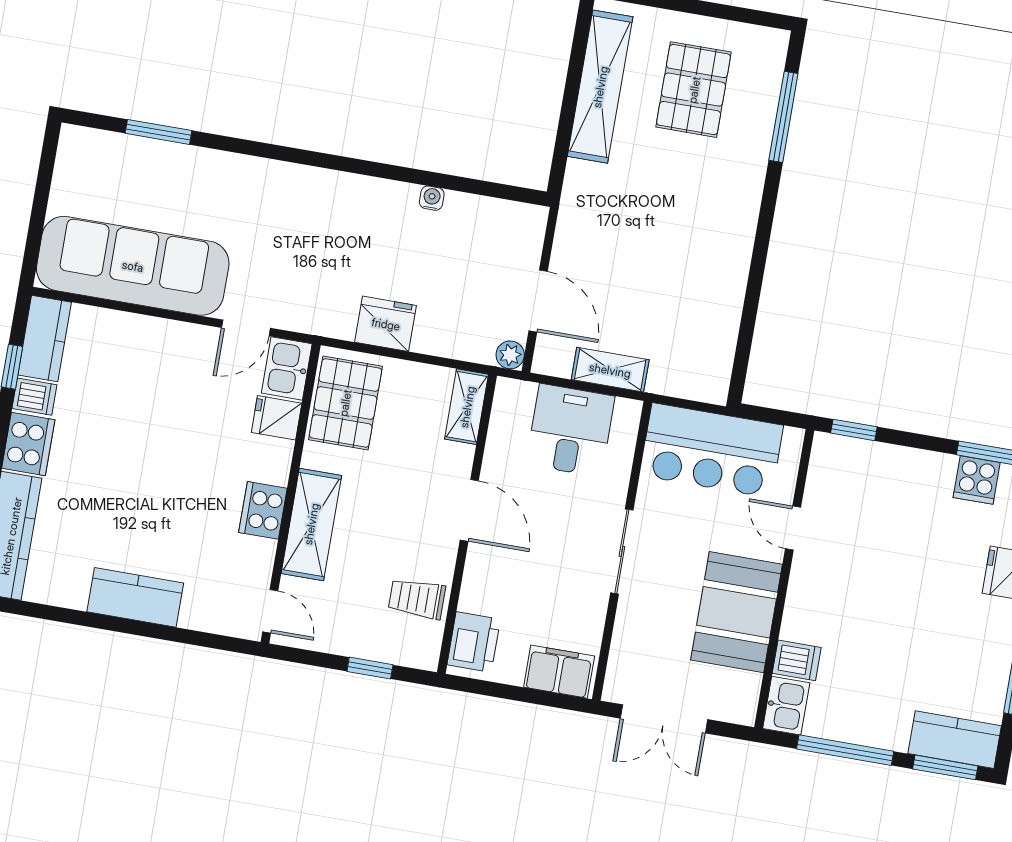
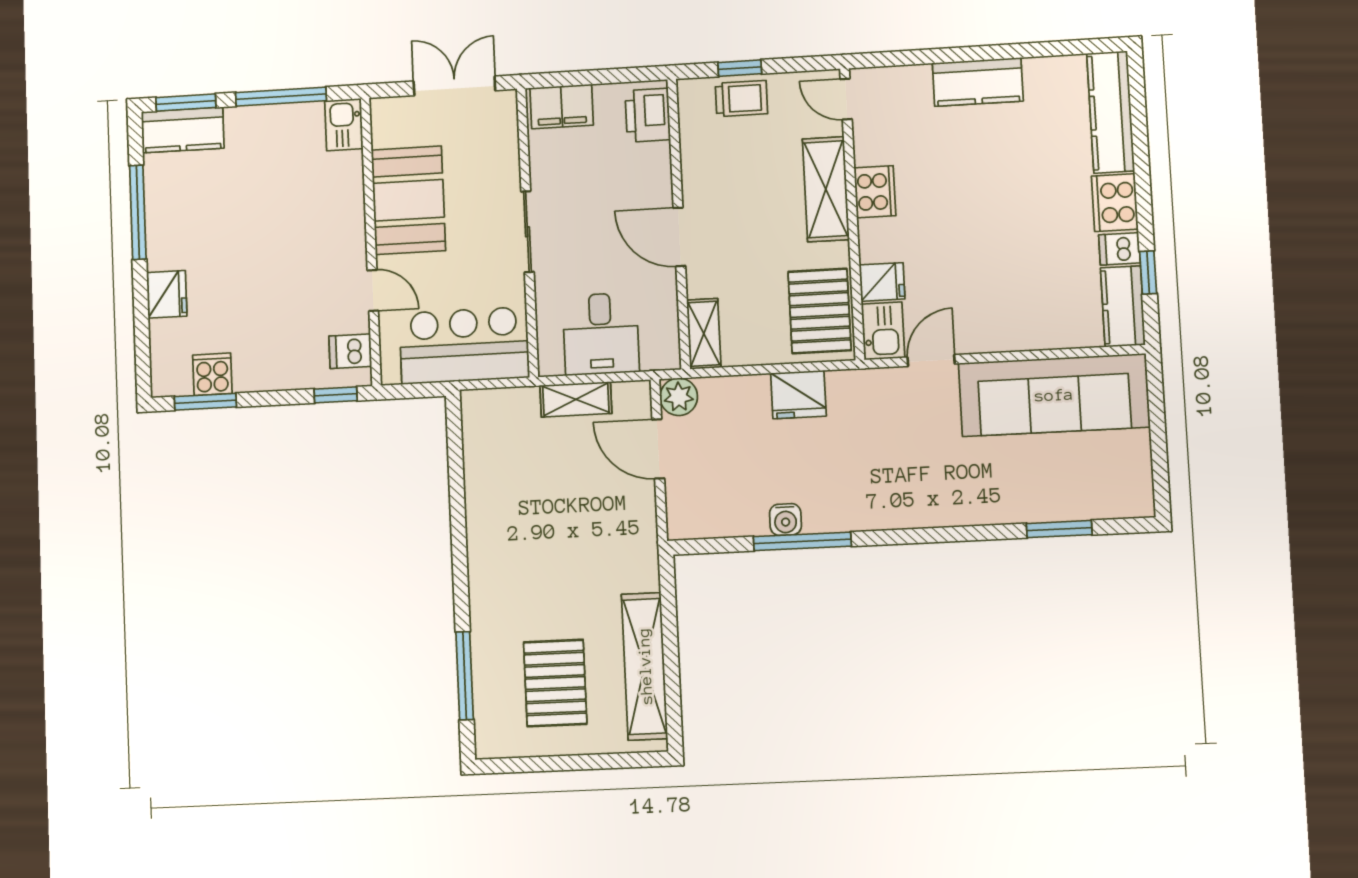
window: (415, 176) -> (802, 541), added
water cooler: (432, 198) -> (785, 520), width x1.38, depth x1.38
plant: (510, 355) -> (679, 397), width x1.38, depth x1.38
trolley: (417, 599) -> (741, 99), moved
dishwasher: (797, 660) -> (350, 351), moved

